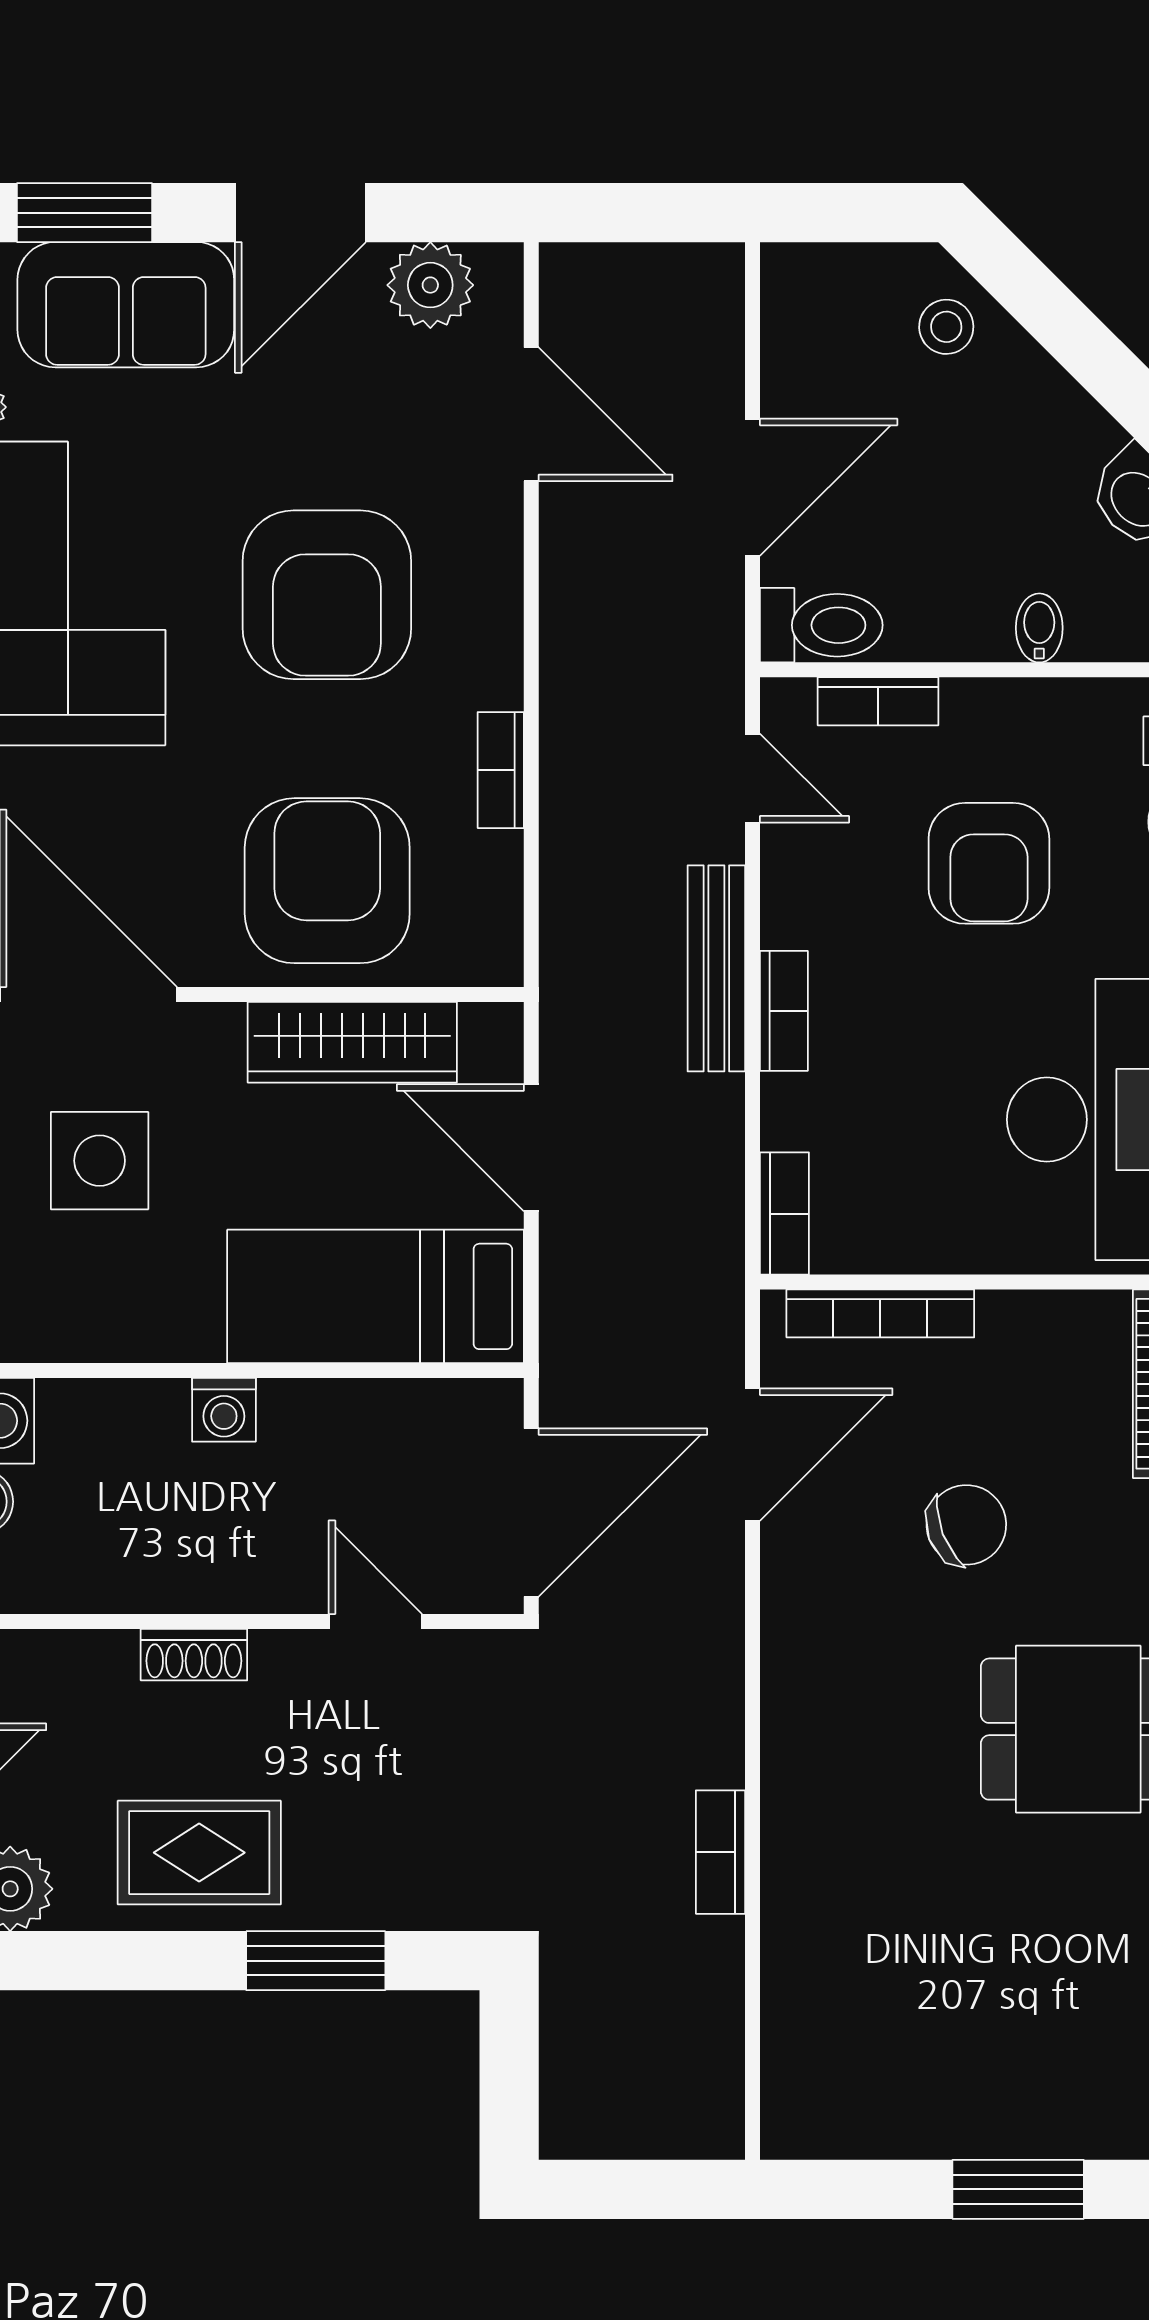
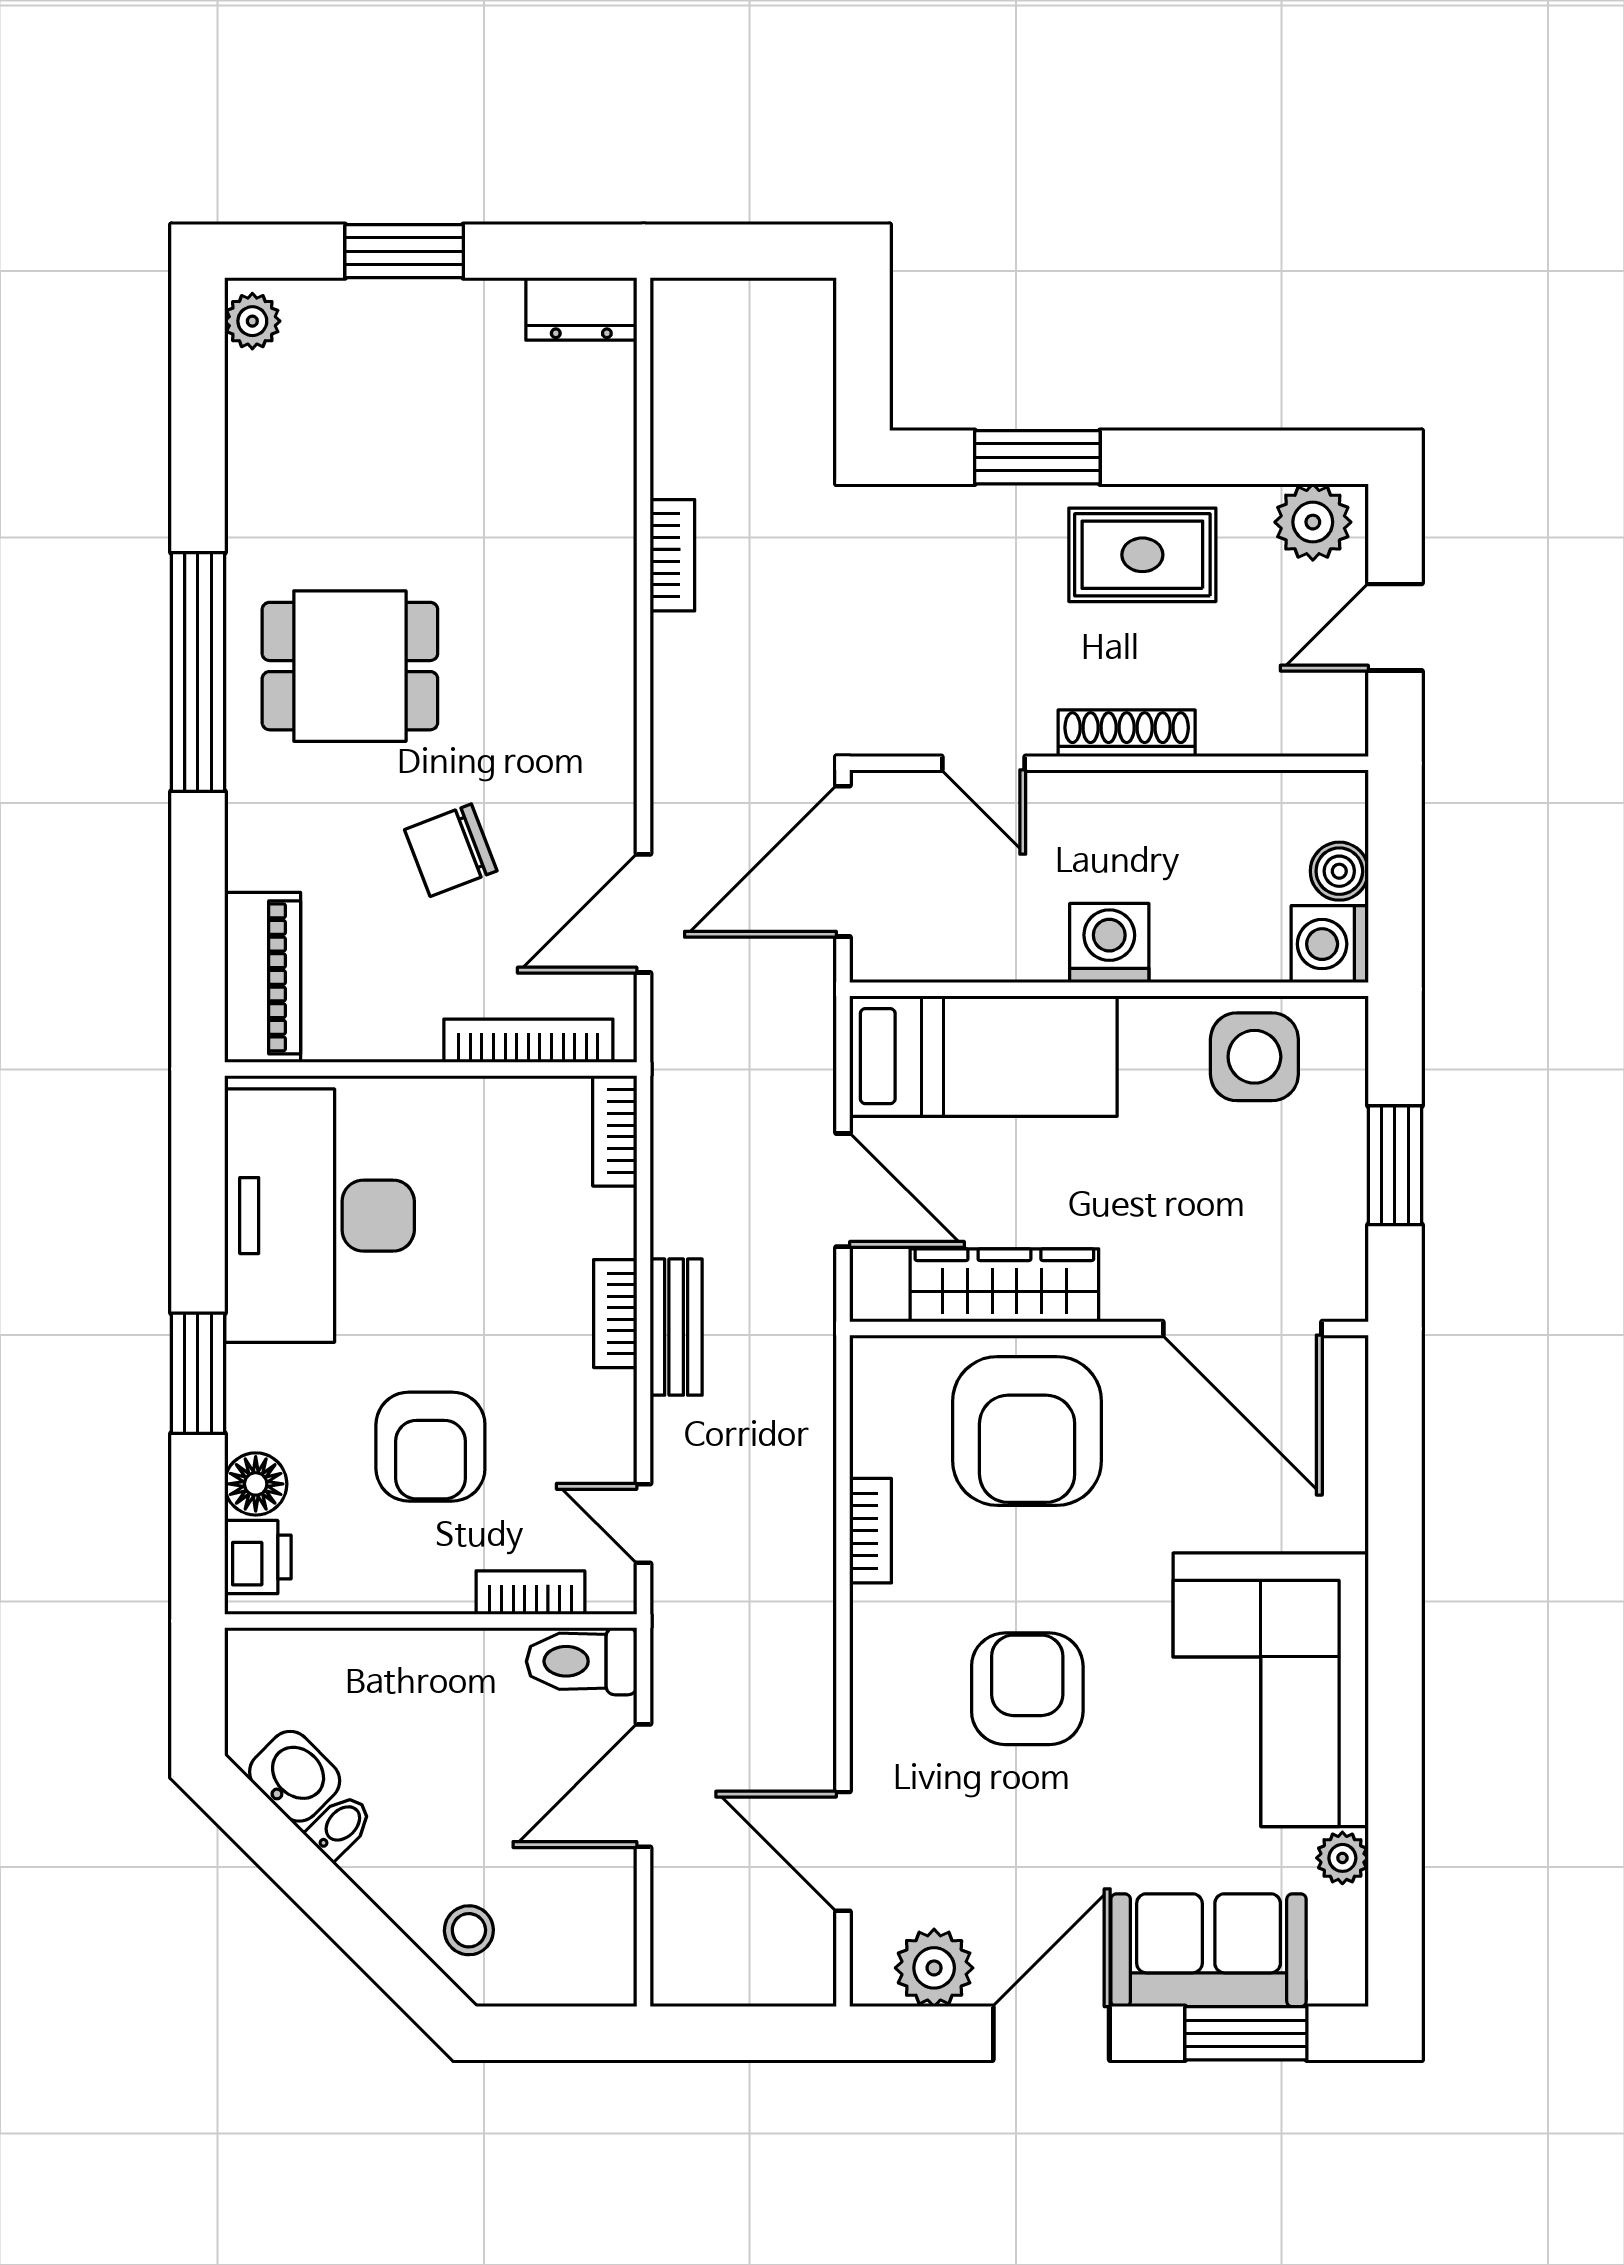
armchair: (327, 595) -> (1027, 1689), width x0.73, depth x0.73
bidet: (1039, 628) -> (340, 1827), moved, turned -135
armchair: (989, 863) -> (430, 1447), turned 180
bench: (716, 968) -> (676, 1327), width x0.73
side table: (100, 1161) -> (1254, 1057), moved
washing machine: (224, 1410) -> (1109, 943), width x1.38, depth x1.38
shoe rack: (194, 1655) -> (1127, 733), width x1.43
dresser: (822, 2125) -> (581, 309), added

